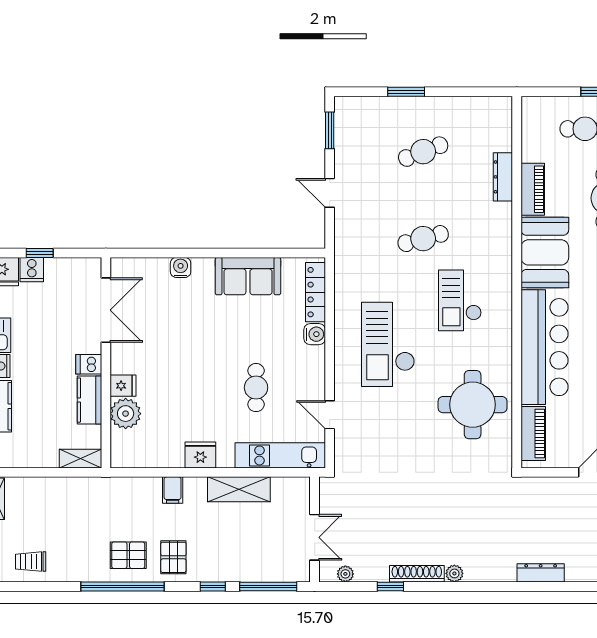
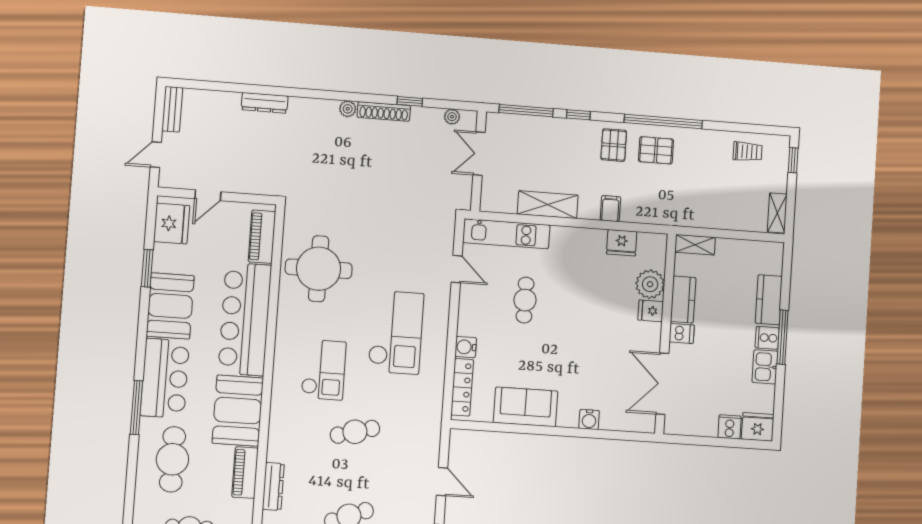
window: (40, 253) -> (721, 442), removed
fridge: (200, 455) -> (622, 243), moved

